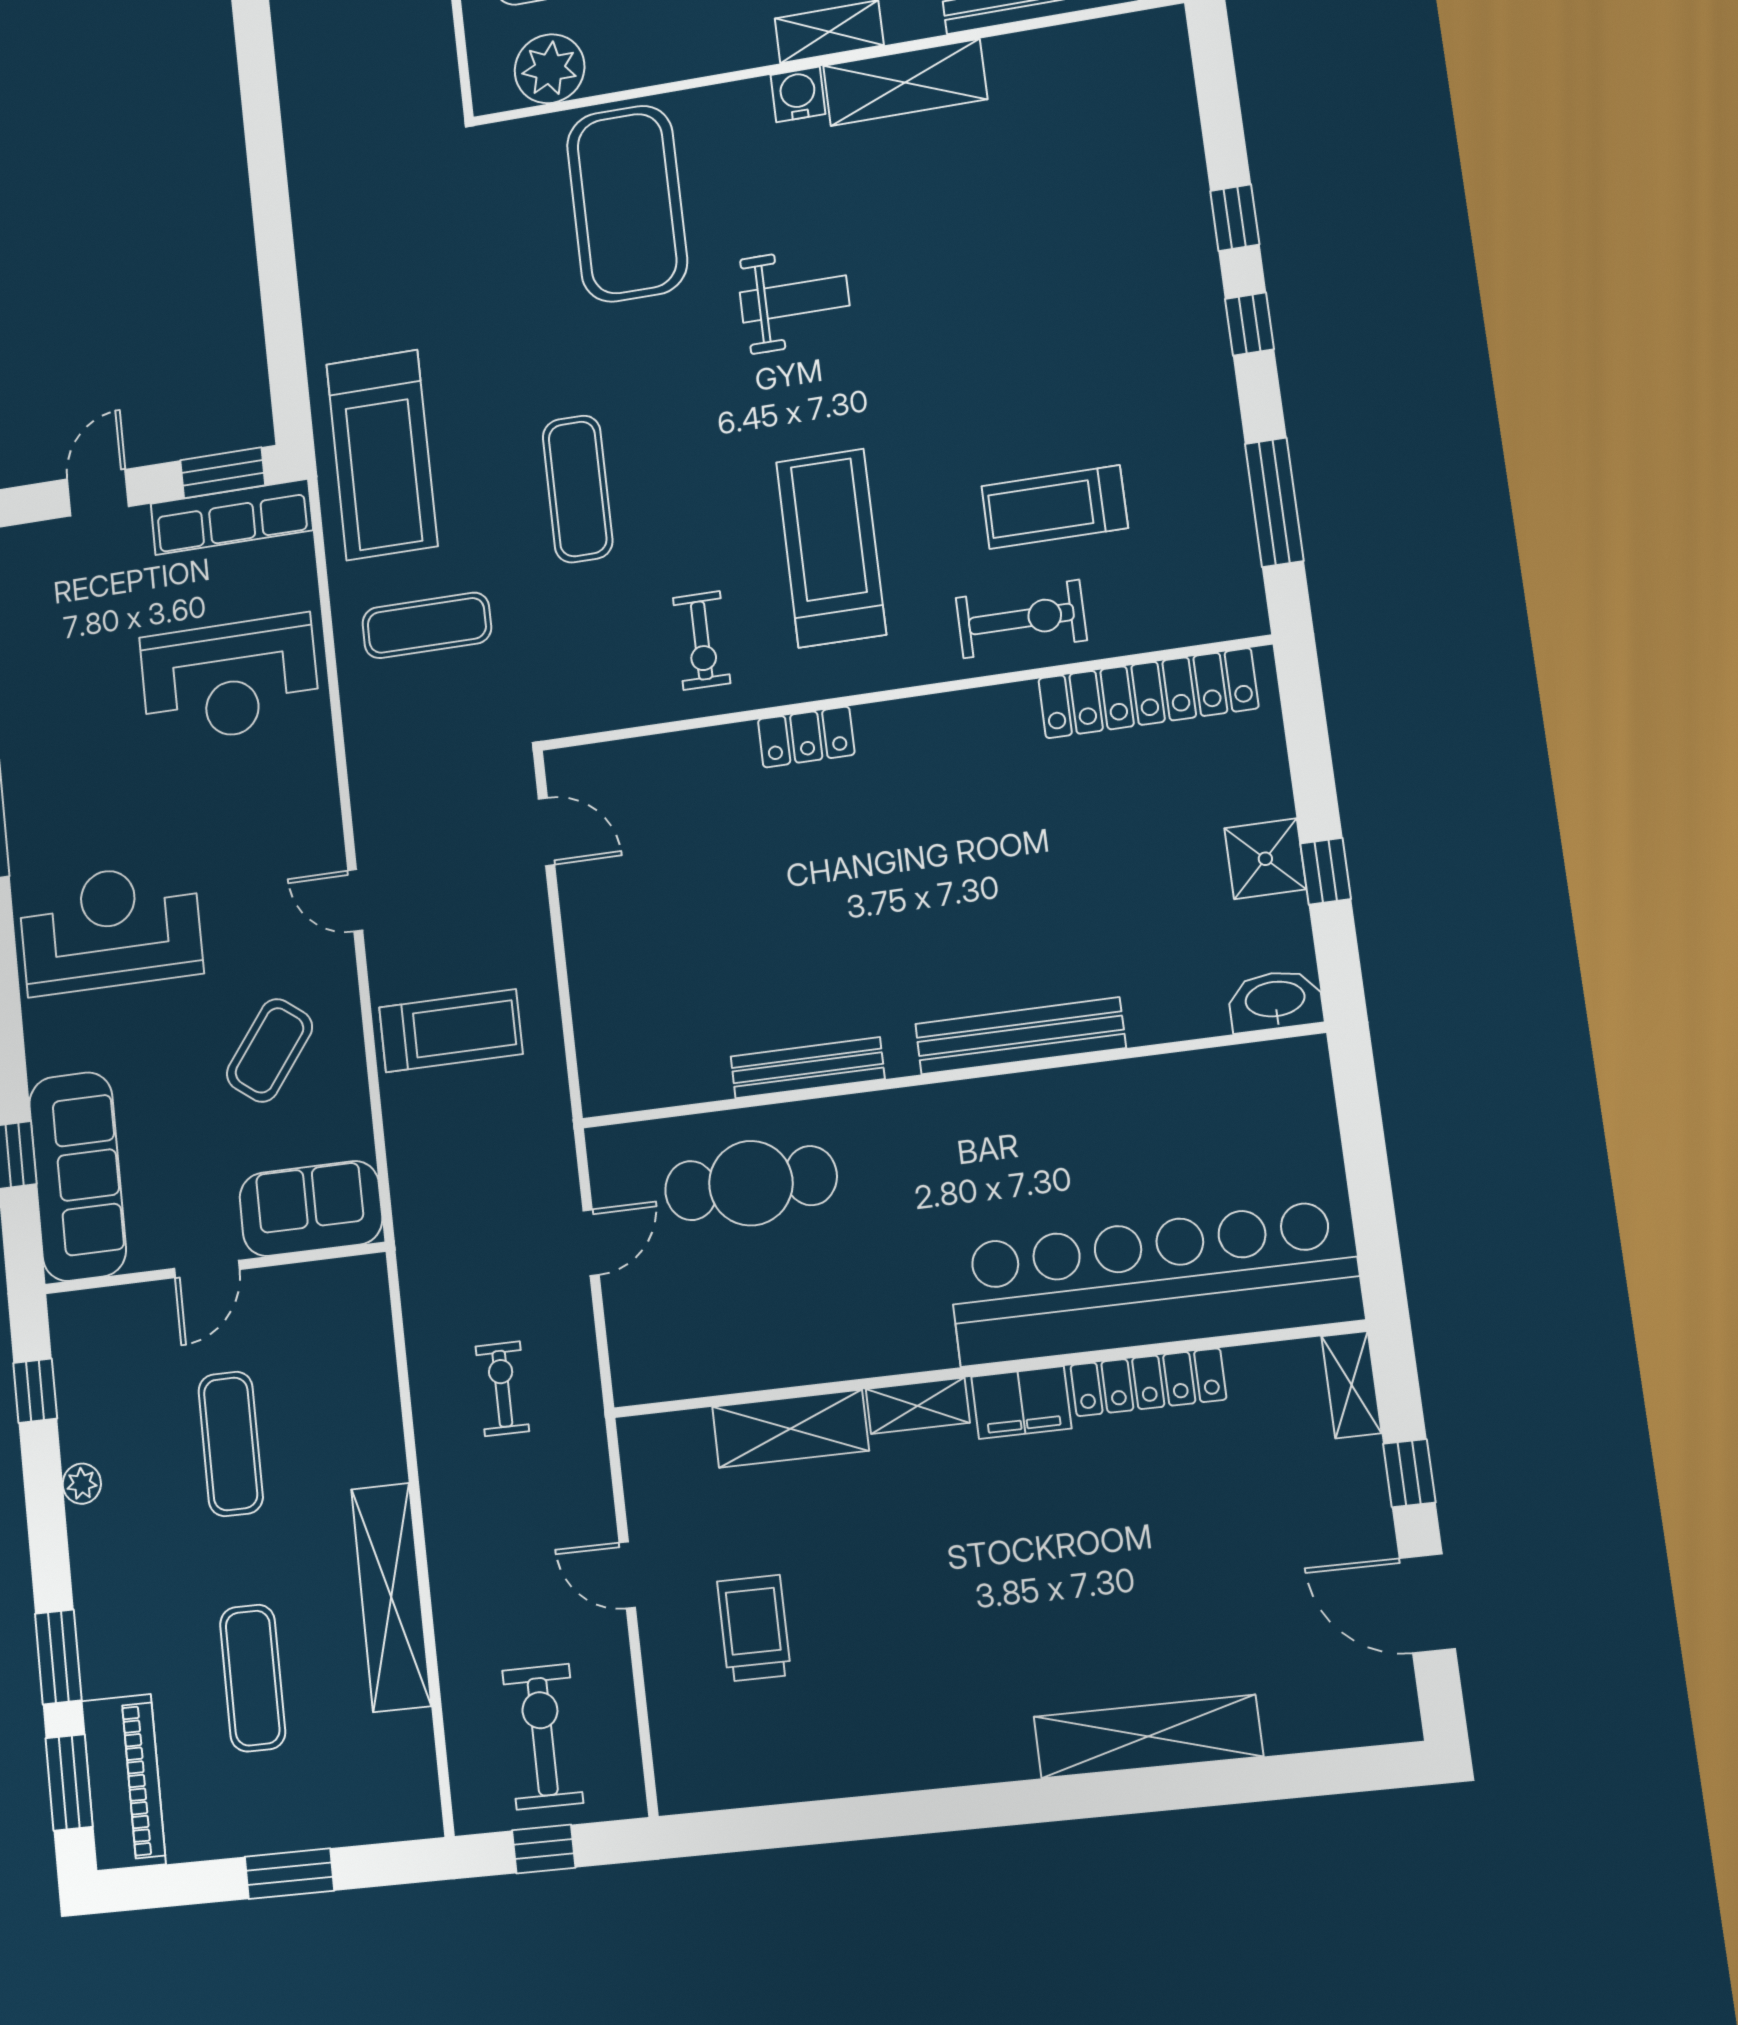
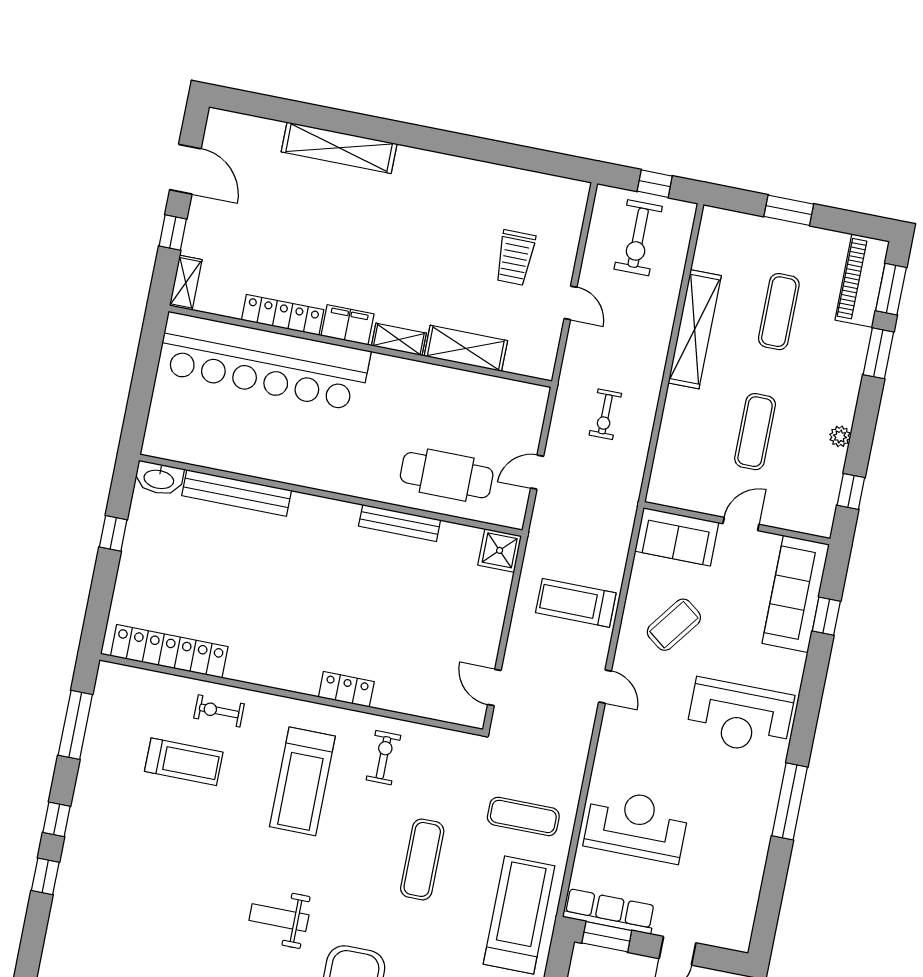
exercise bike: (1021, 619) -> (219, 711), width x0.73, depth x0.72
shower: (1265, 859) -> (500, 550), moved
bench: (1020, 1036) -> (237, 493), moved

